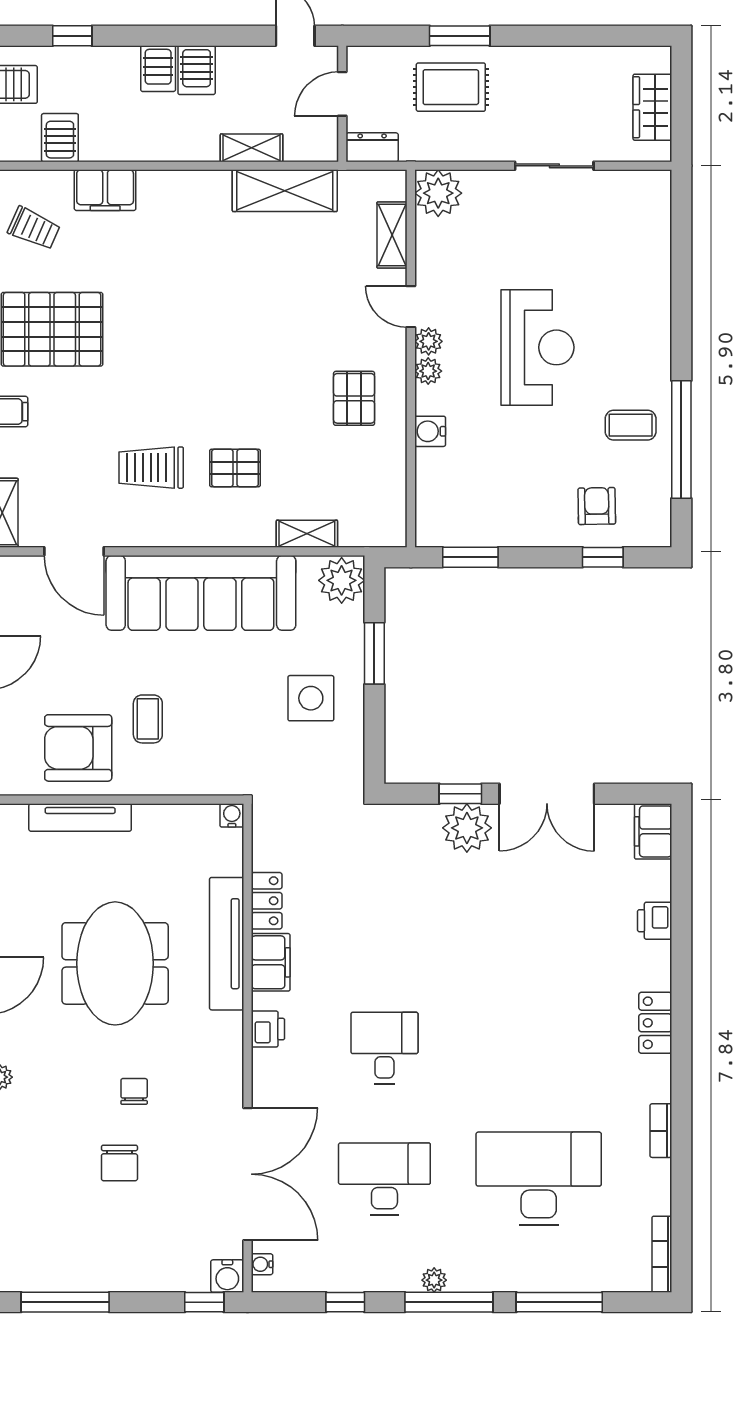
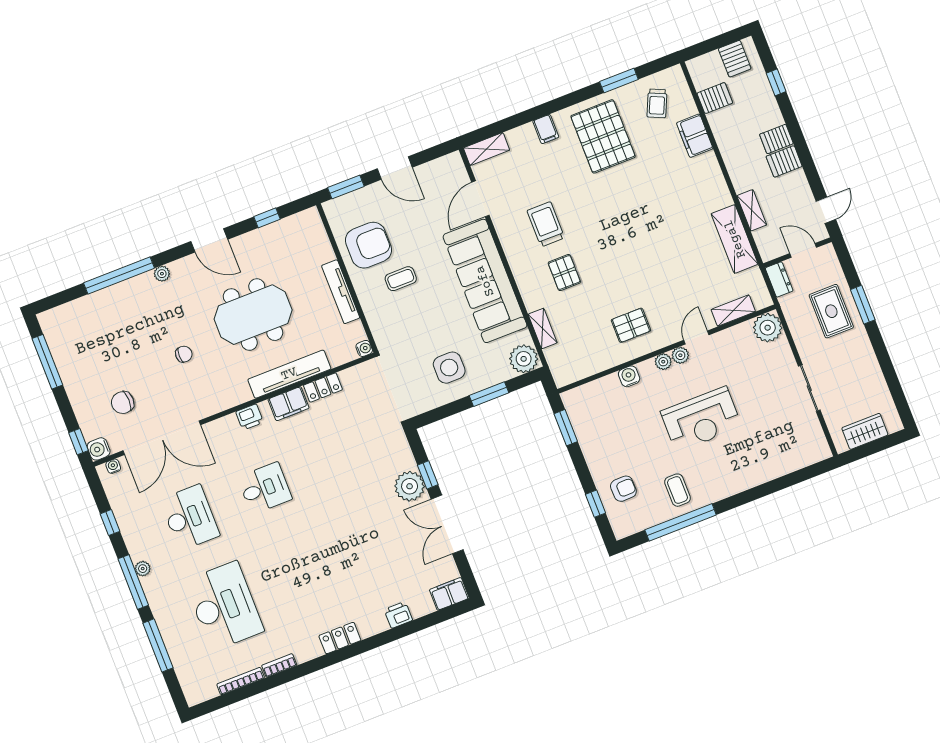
armchair: (78, 748) -> (369, 245), turned 90
tv unit: (80, 817) -> (341, 292), moved
chair: (119, 1163) -> (123, 403), moved
bookcase: (662, 1254) -> (241, 681), moved

